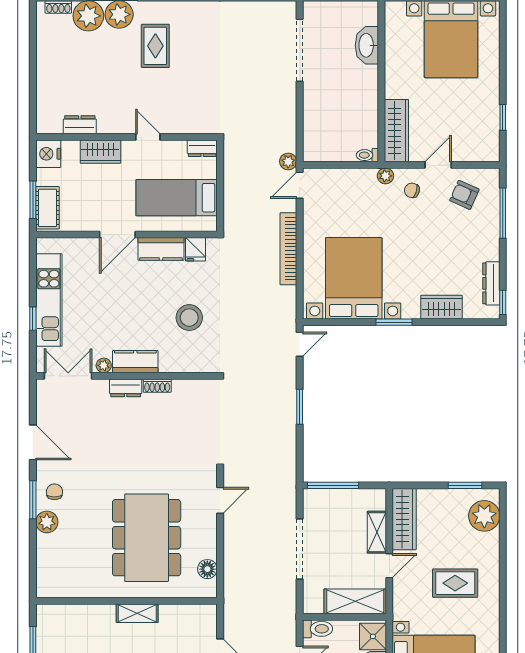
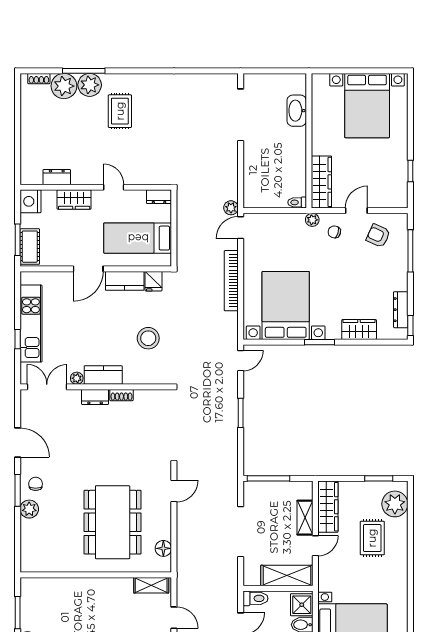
rug: (455, 583) -> (372, 538), moved, turned 90
shelving: (137, 613) -> (151, 585), moved

